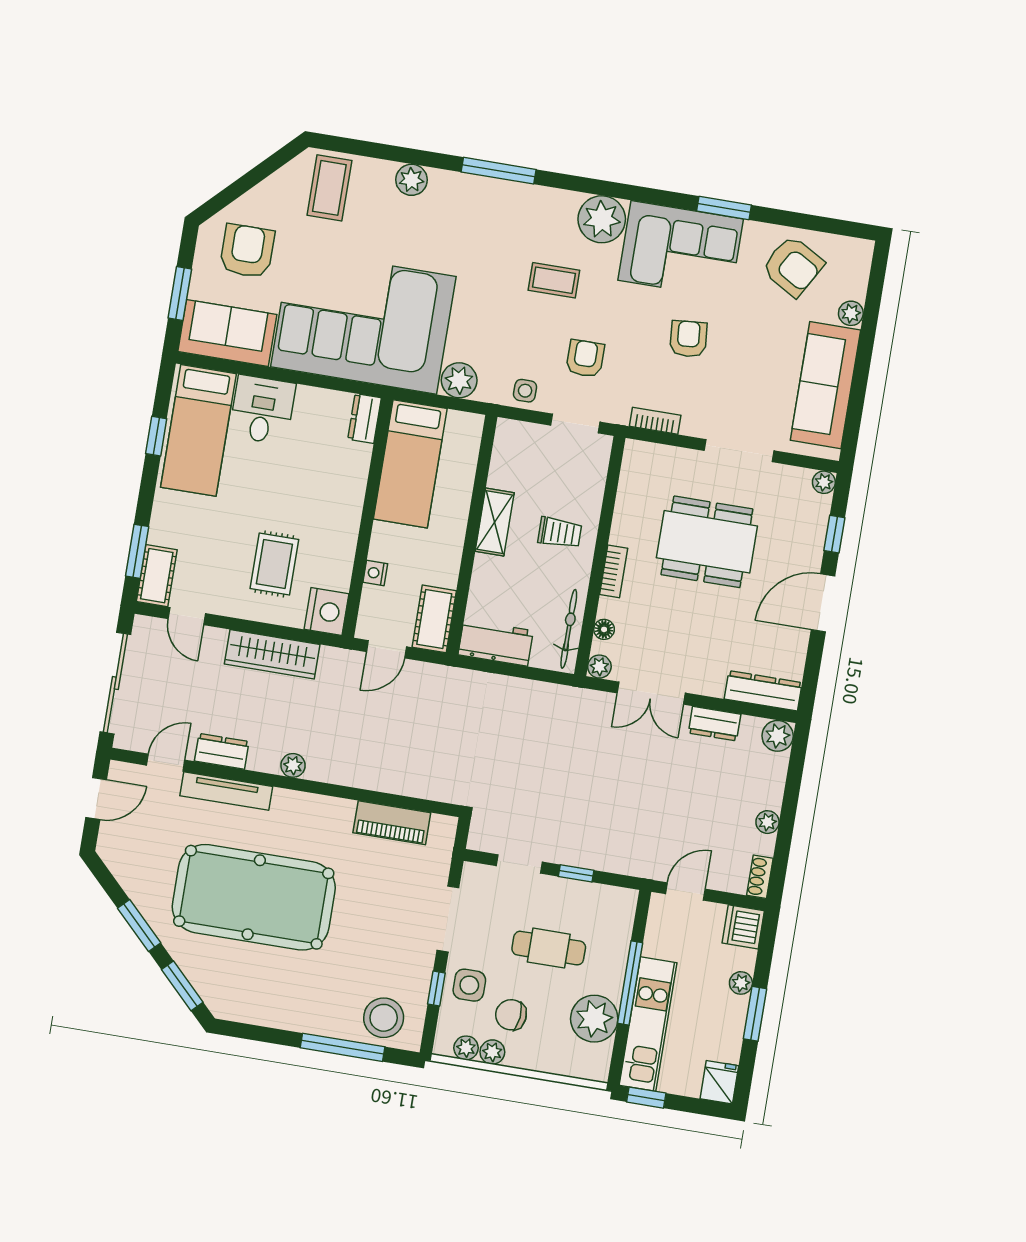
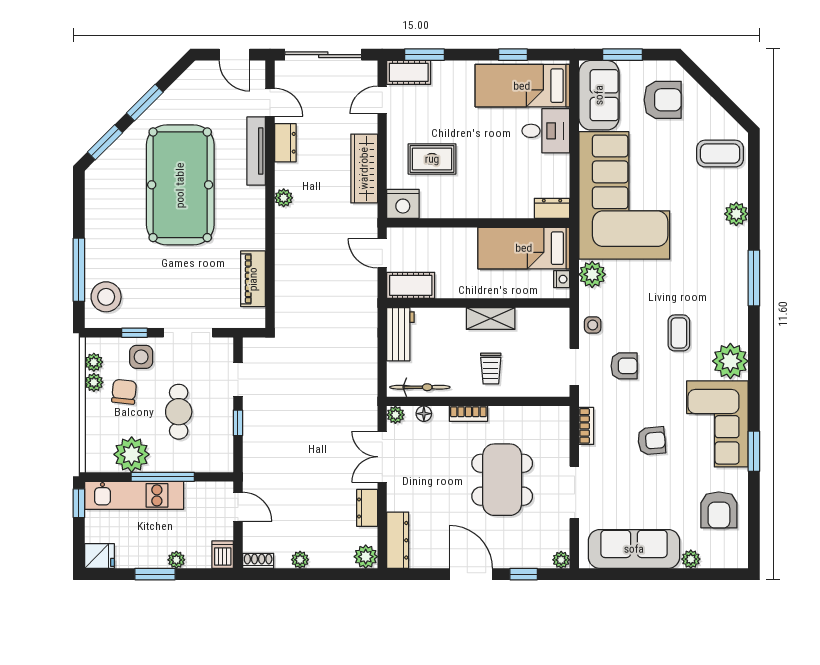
armchair: (793, 266) -> (719, 510), turned -30
nightstand: (375, 573) -> (562, 279), moved, turned 90
dishwasher: (743, 927) -> (223, 555), width x0.73

